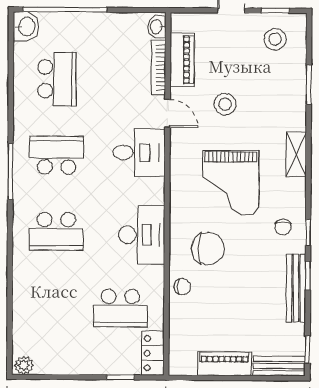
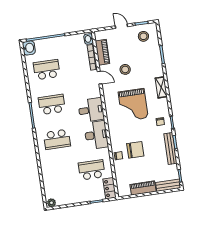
school desk: (57, 79) -> (47, 70), turned -90
desk: (139, 153) -> (91, 110), moved
chair: (208, 248) -> (135, 150), moved
school desk: (120, 308) -> (92, 170), turned 180

